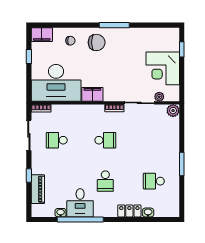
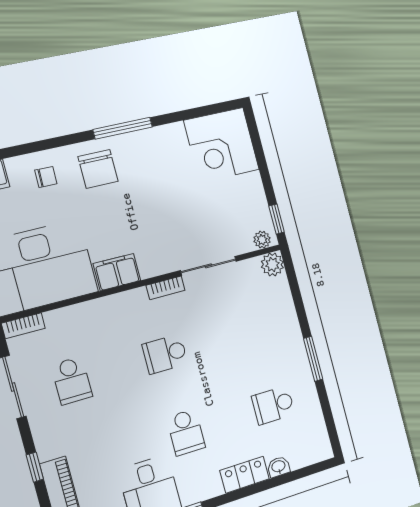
chair: (97, 42) -> (98, 169), turned 90
window: (182, 49) -> (277, 219), moved
corner desk: (163, 68) -> (222, 145), moved
plant: (159, 97) -> (262, 240), moved
school desk: (57, 140) -> (72, 381), turned -90
school desk: (105, 140) -> (165, 354), turned 180

